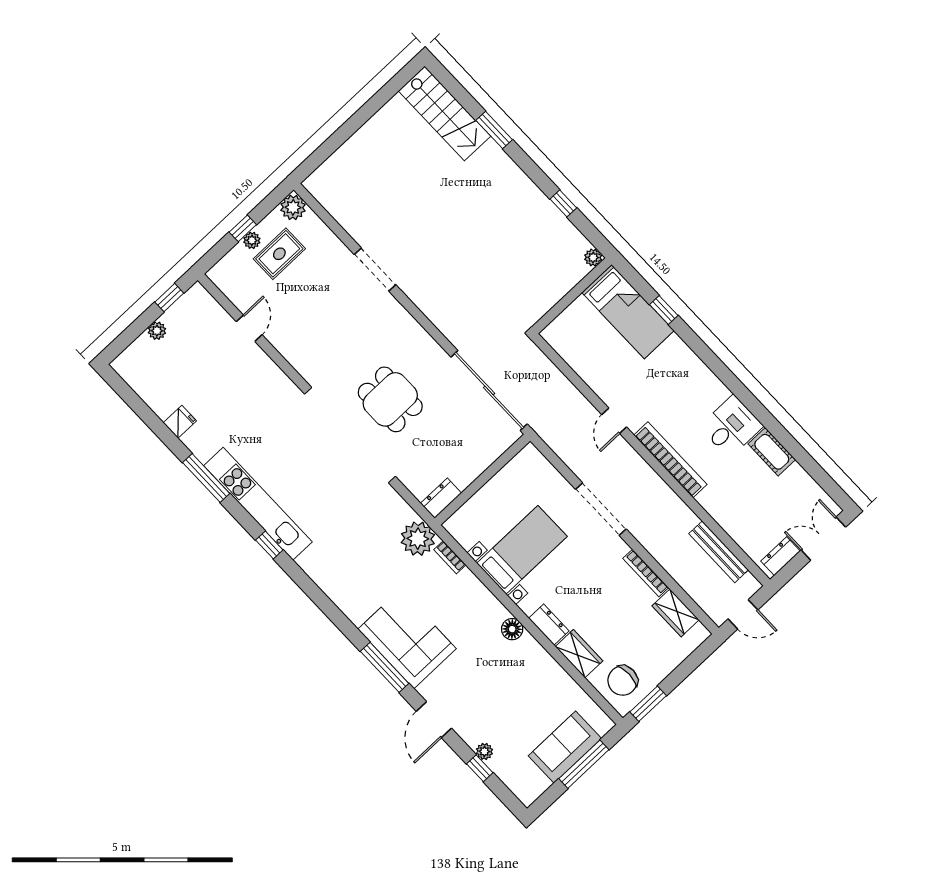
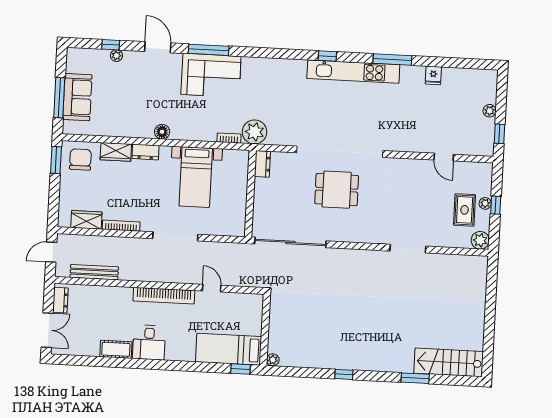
plant: (593, 257) -> (273, 360), moved
wall: (572, 296) -> (265, 330), moved
bed: (628, 312) -> (229, 349), moved

